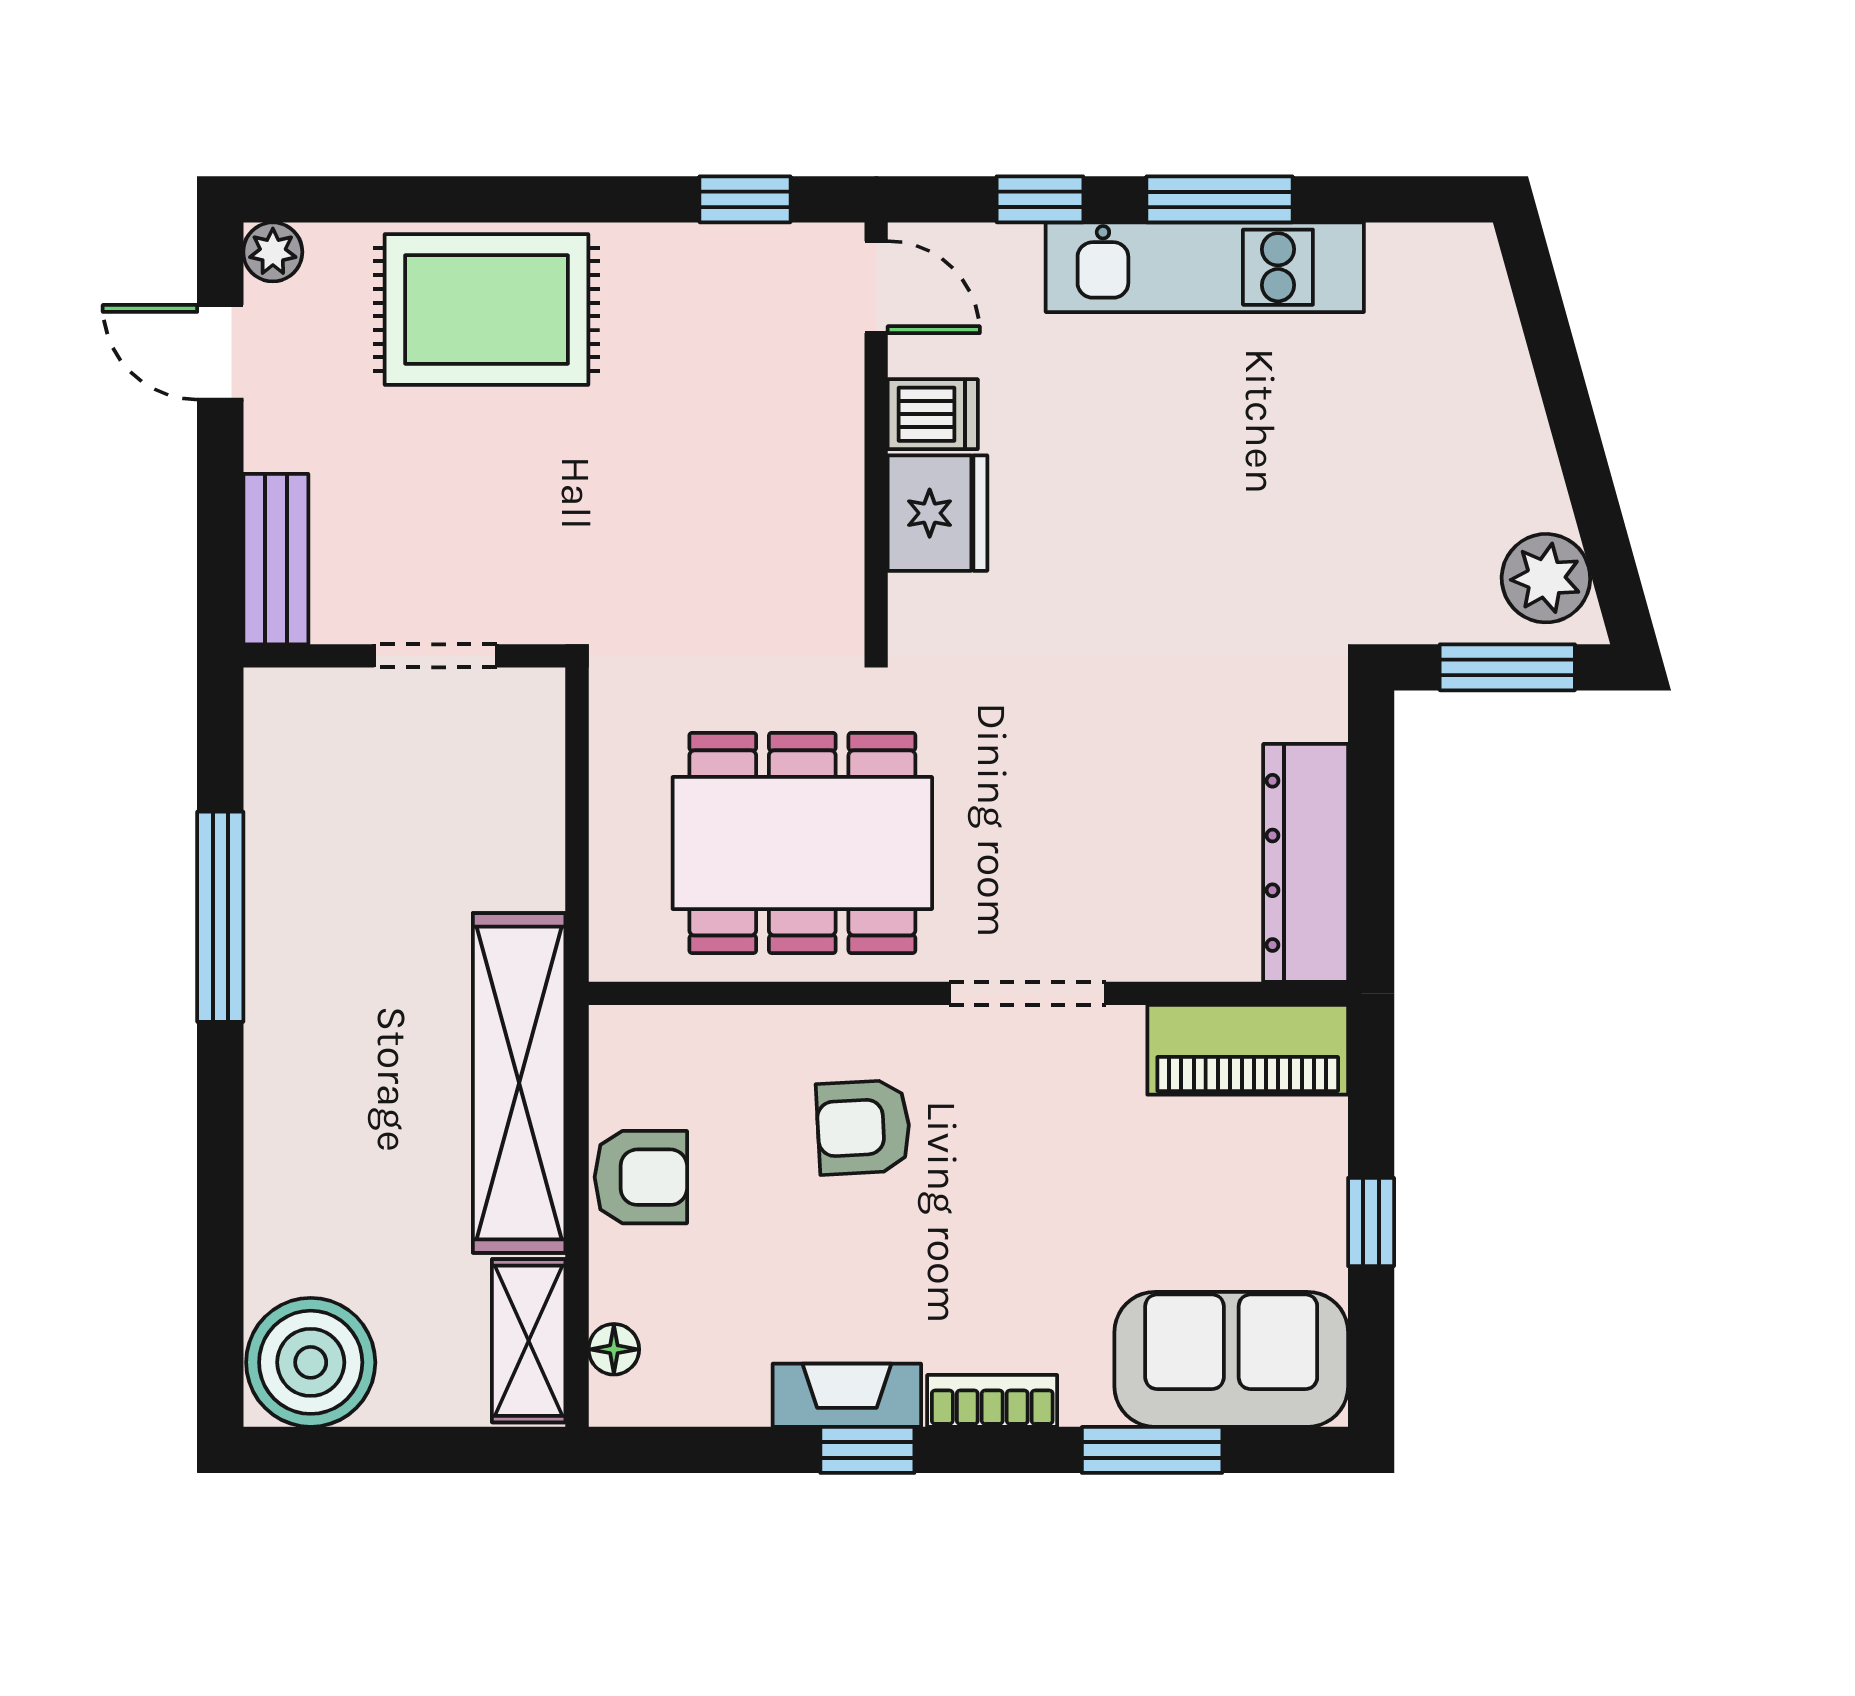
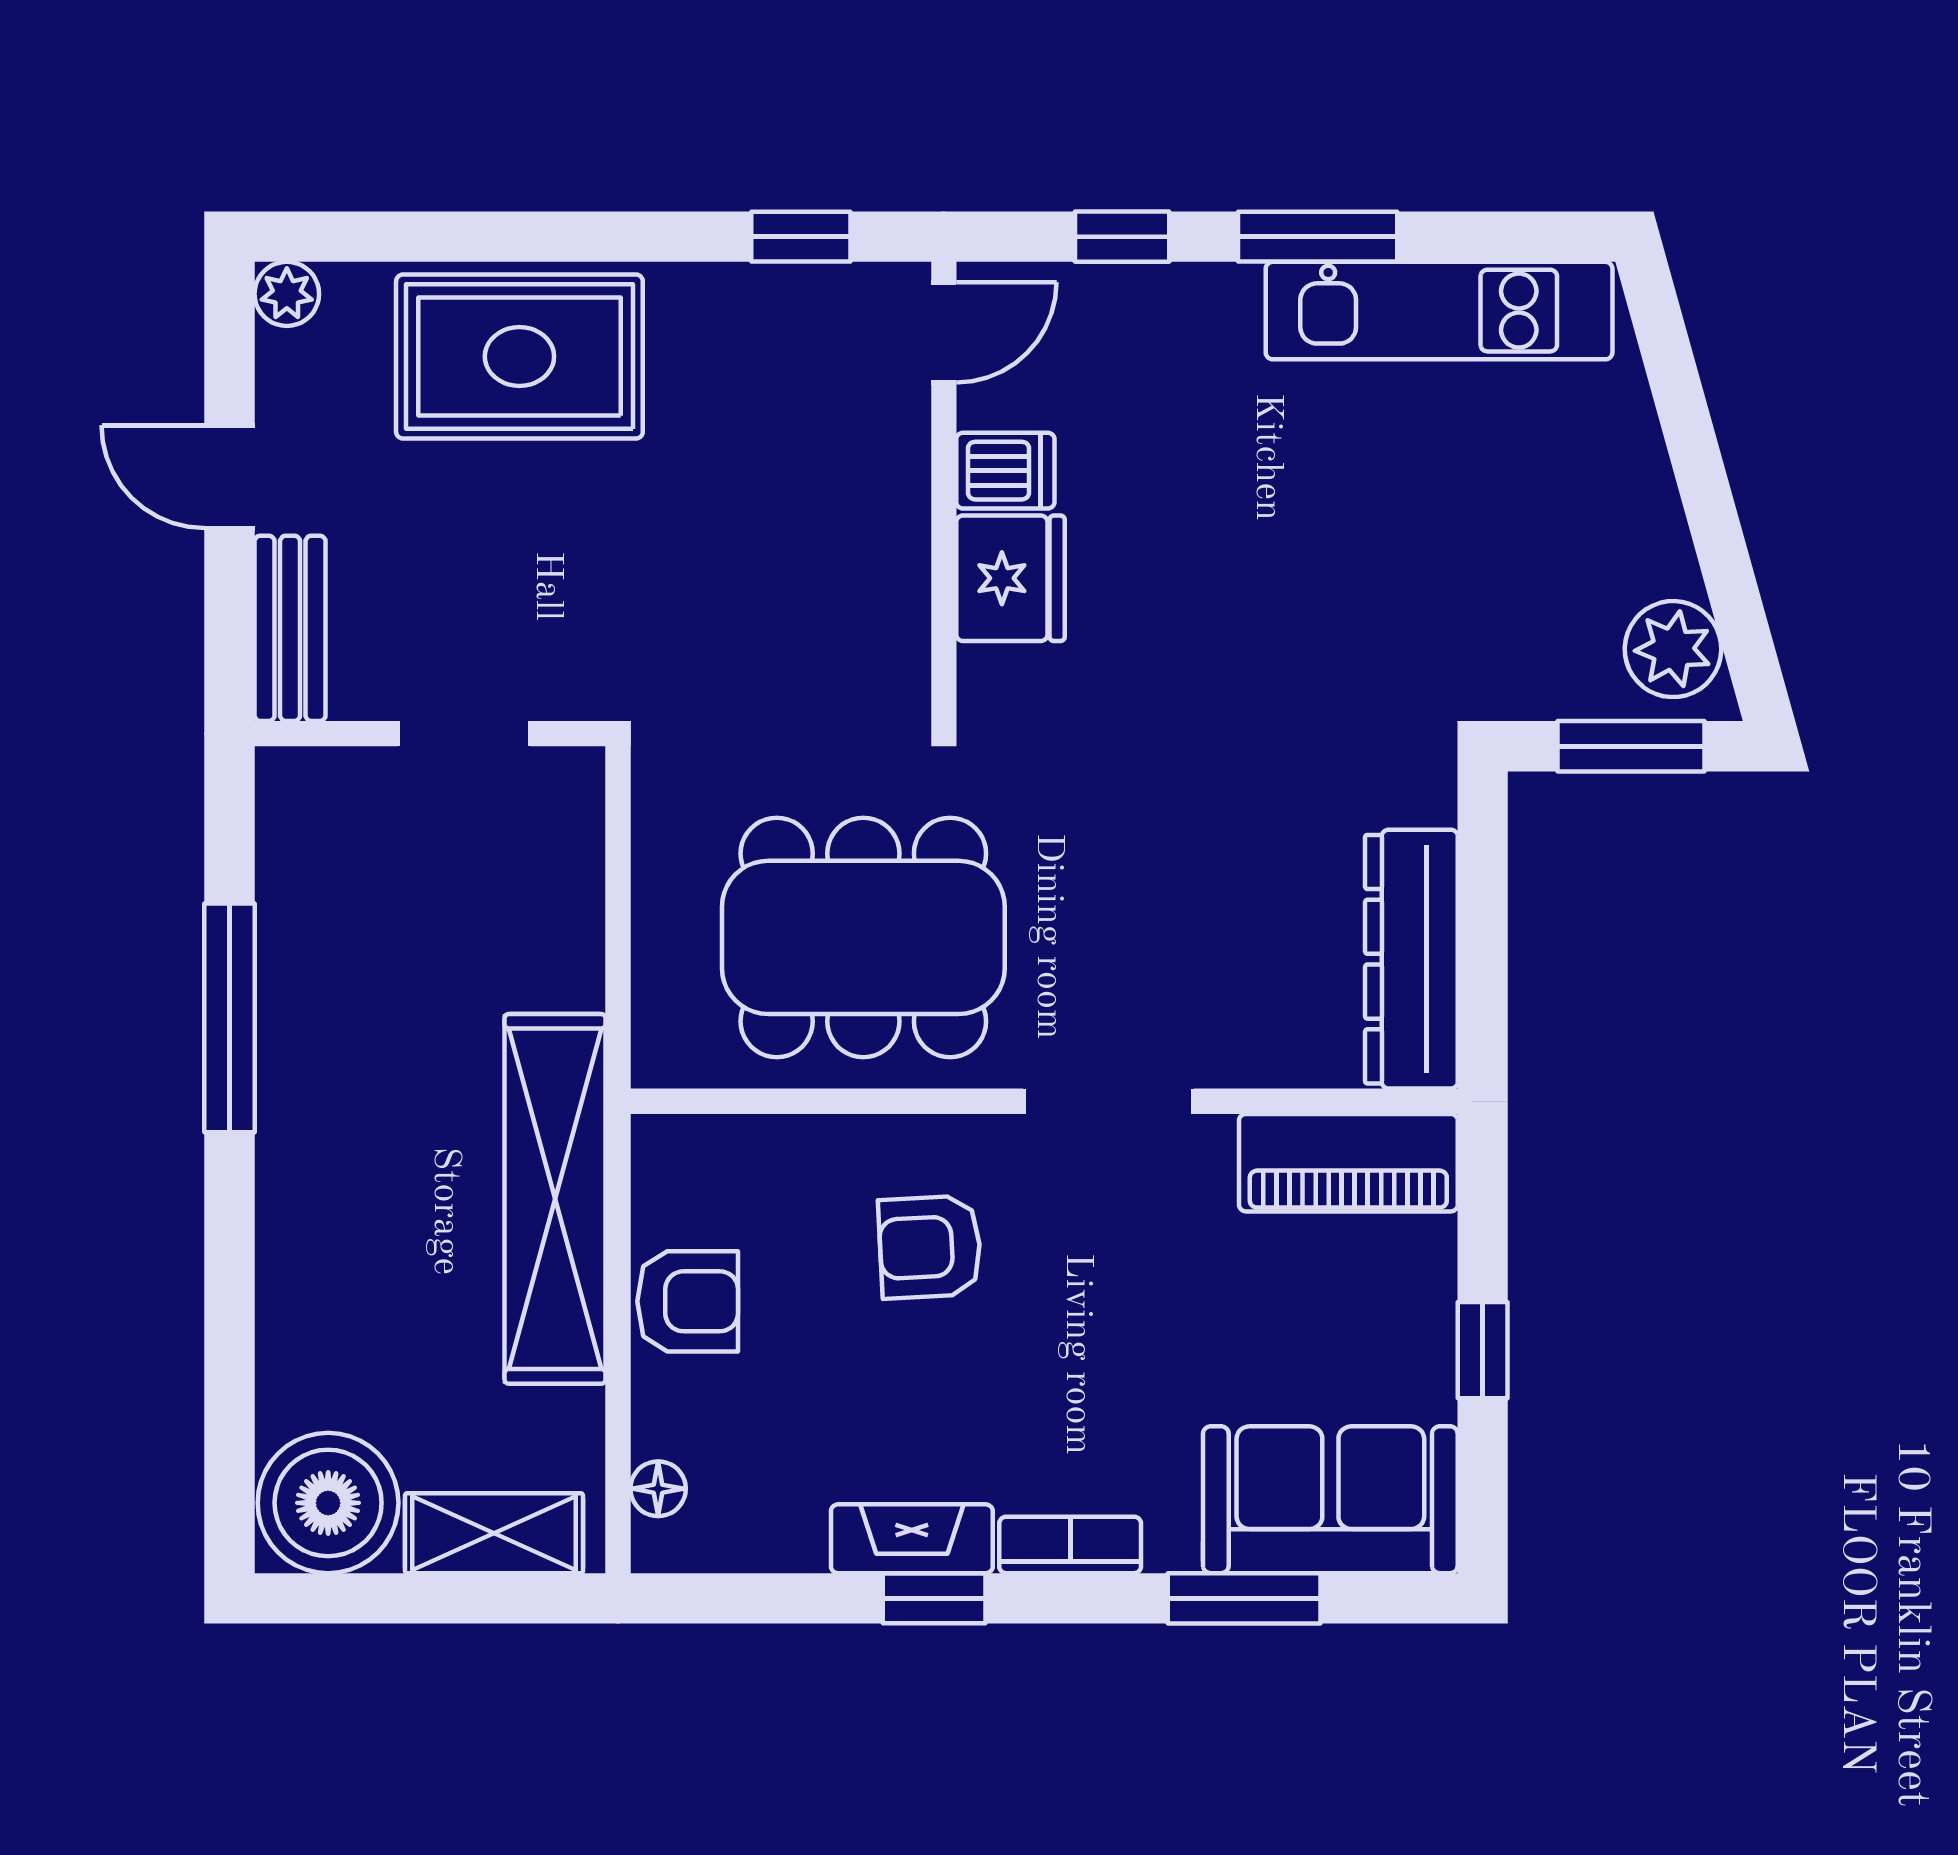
kitchen unit: (1205, 267) -> (1439, 311), moved
door: (876, 287) -> (944, 332), hinge flipped
door: (220, 352) -> (230, 477), moved
shelving: (529, 1341) -> (494, 1533), moved, turned 90

